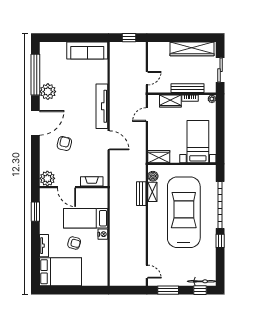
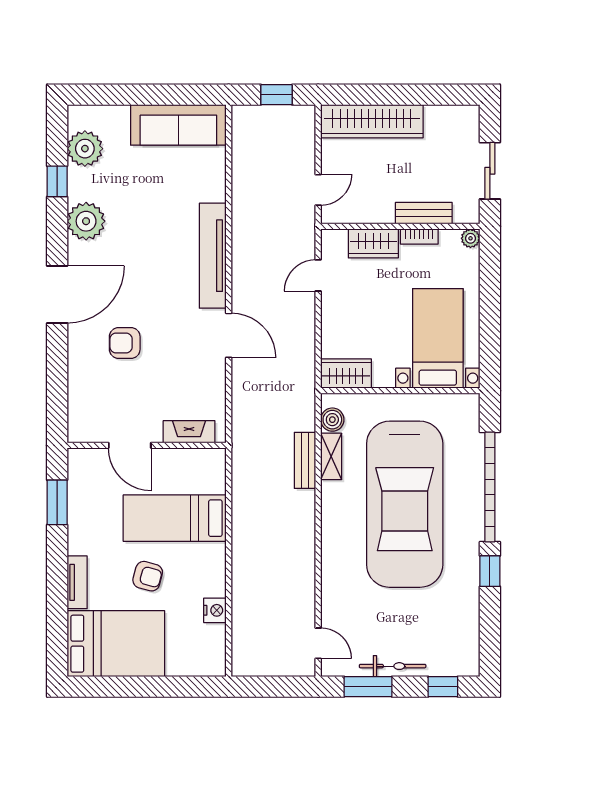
wardrobe: (192, 49) -> (372, 121), moved
window: (35, 75) -> (57, 181), width x0.32
bench: (187, 88) -> (424, 213), width x0.73
armchair: (64, 144) -> (125, 343), turned -103
plant: (47, 178) -> (85, 149), moved
car: (184, 212) -> (405, 504), turned 180
nightstand: (103, 234) -> (215, 610), moved
bicycle: (202, 281) -> (393, 666), moved

